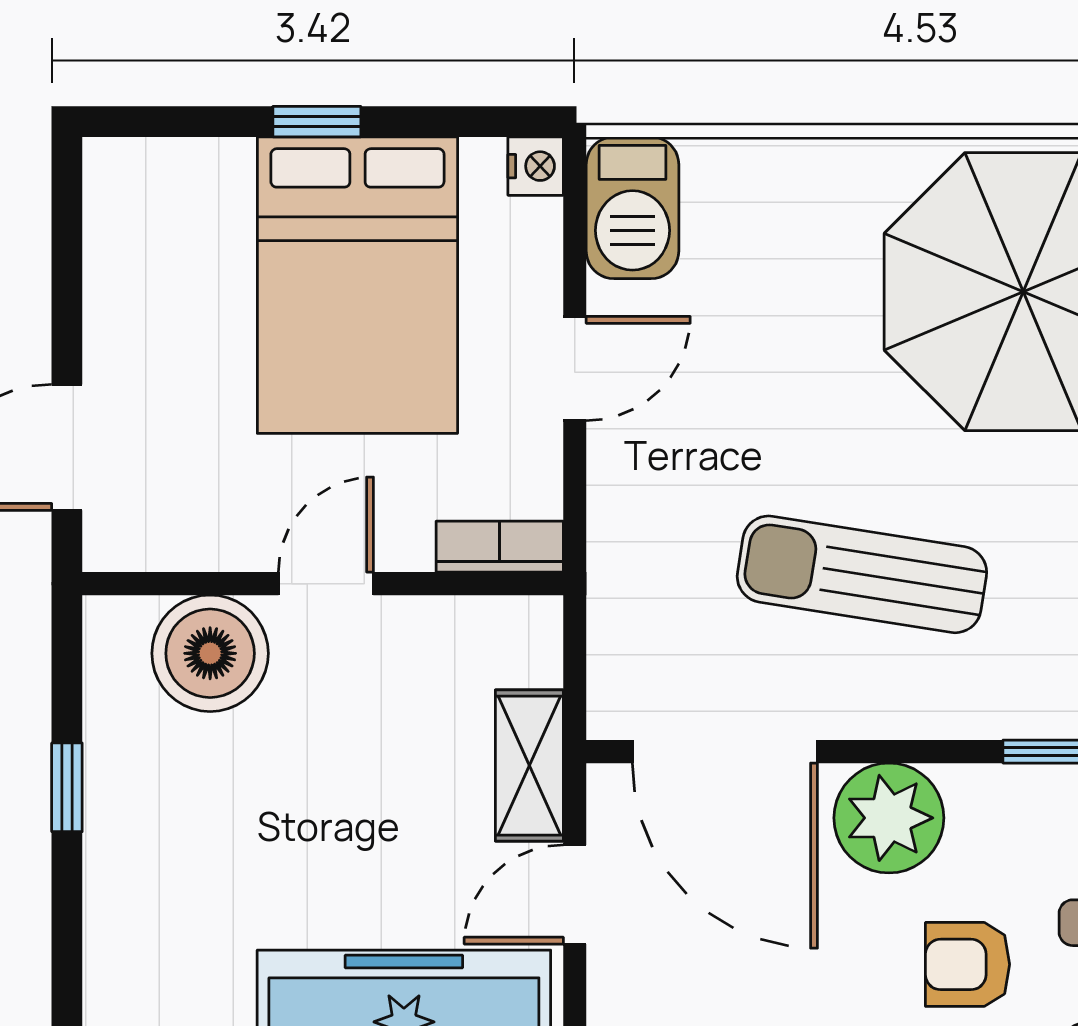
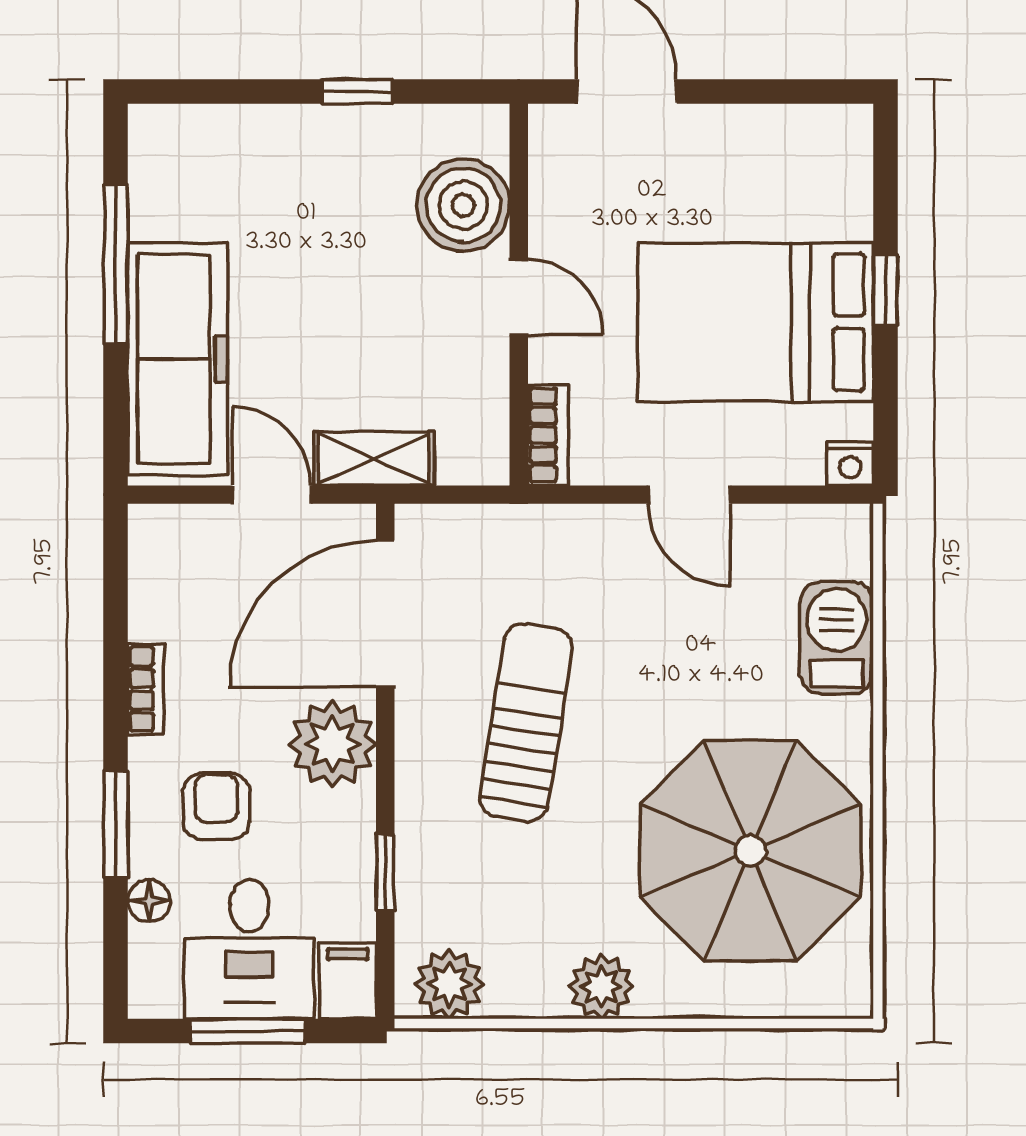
barbecue: (632, 208) -> (837, 638), moved, turned 90

